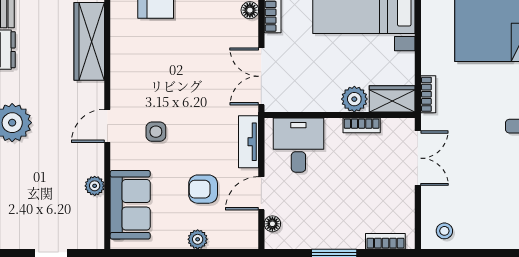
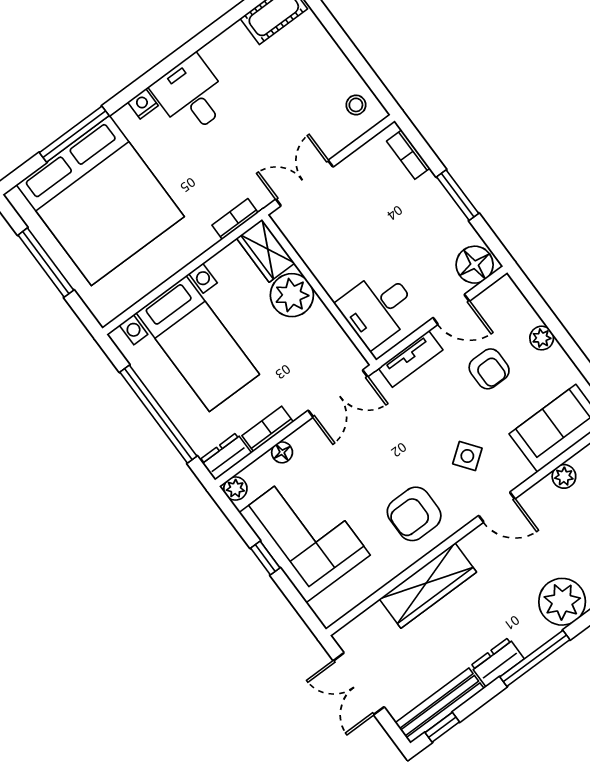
armchair: (144, 68) -> (414, 514), added
plant: (354, 99) -> (292, 295), width x1.36, depth x1.36
bookcase: (362, 125) -> (313, 261), removed
side table: (156, 132) -> (467, 456), turned -37
floor lamp: (272, 224) -> (475, 265), width x1.89, depth x1.89

